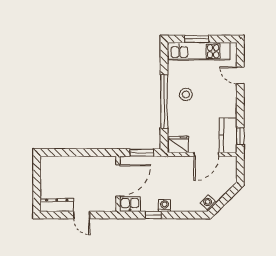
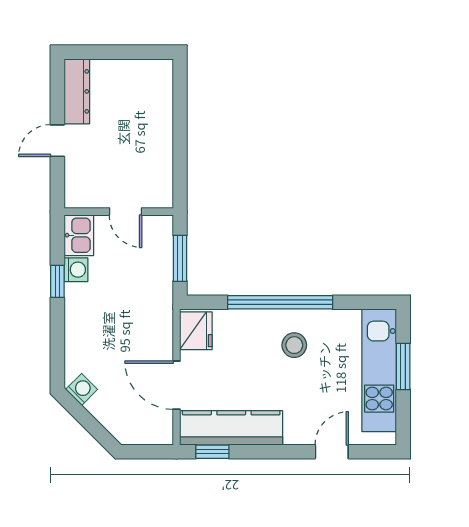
kitchen counter: (228, 135) -> (231, 428), width x1.50
door: (118, 180) -> (126, 212), width x0.53
washing machine: (164, 206) -> (76, 270), moved

